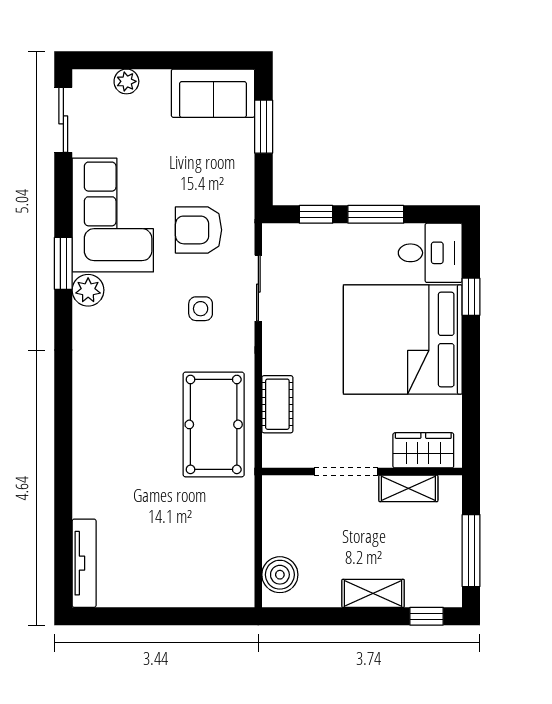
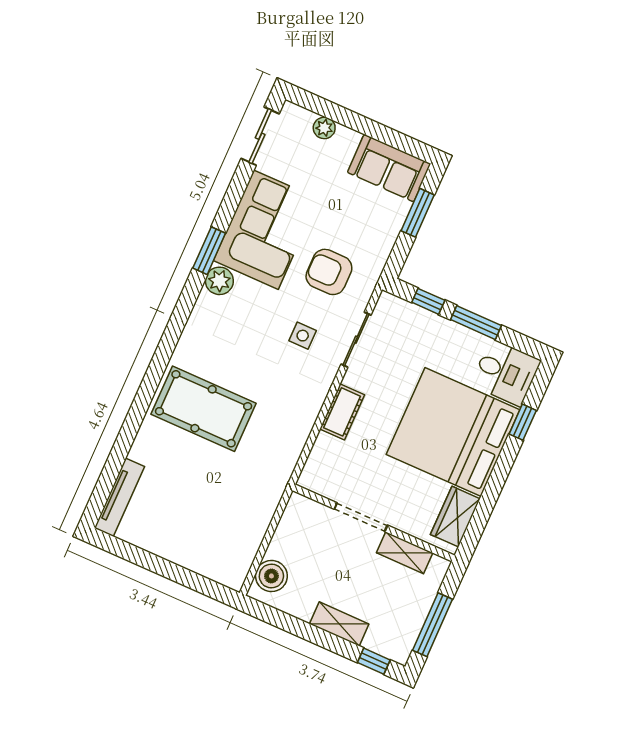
cot: (277, 404) -> (342, 412), moved
pool table: (214, 424) -> (204, 409), moved, turned 90
wardrobe: (423, 450) -> (455, 517), moved, turned -90

